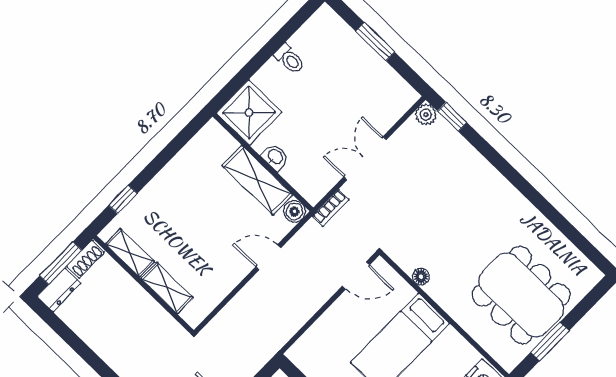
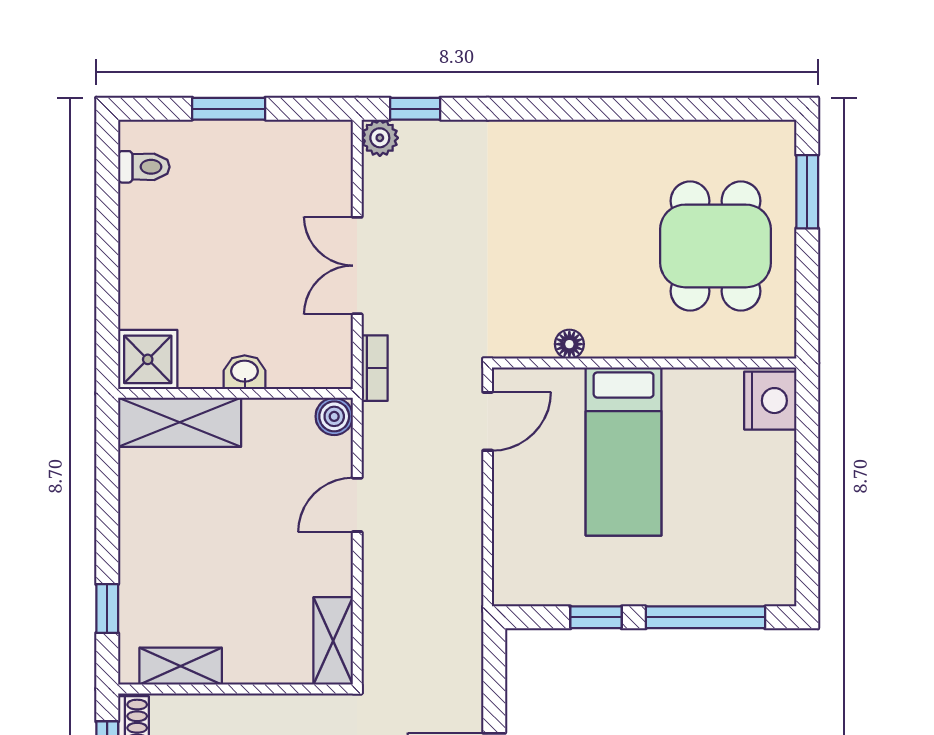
toilet: (289, 59) -> (144, 167), moved
shower: (249, 112) -> (148, 359), width x0.73, depth x0.73
shelving: (257, 180) -> (180, 422), moved
shelving: (167, 288) -> (333, 641), moved, turned 90
dining table: (521, 295) -> (715, 246), width x0.73
window: (550, 341) -> (807, 192), moved

